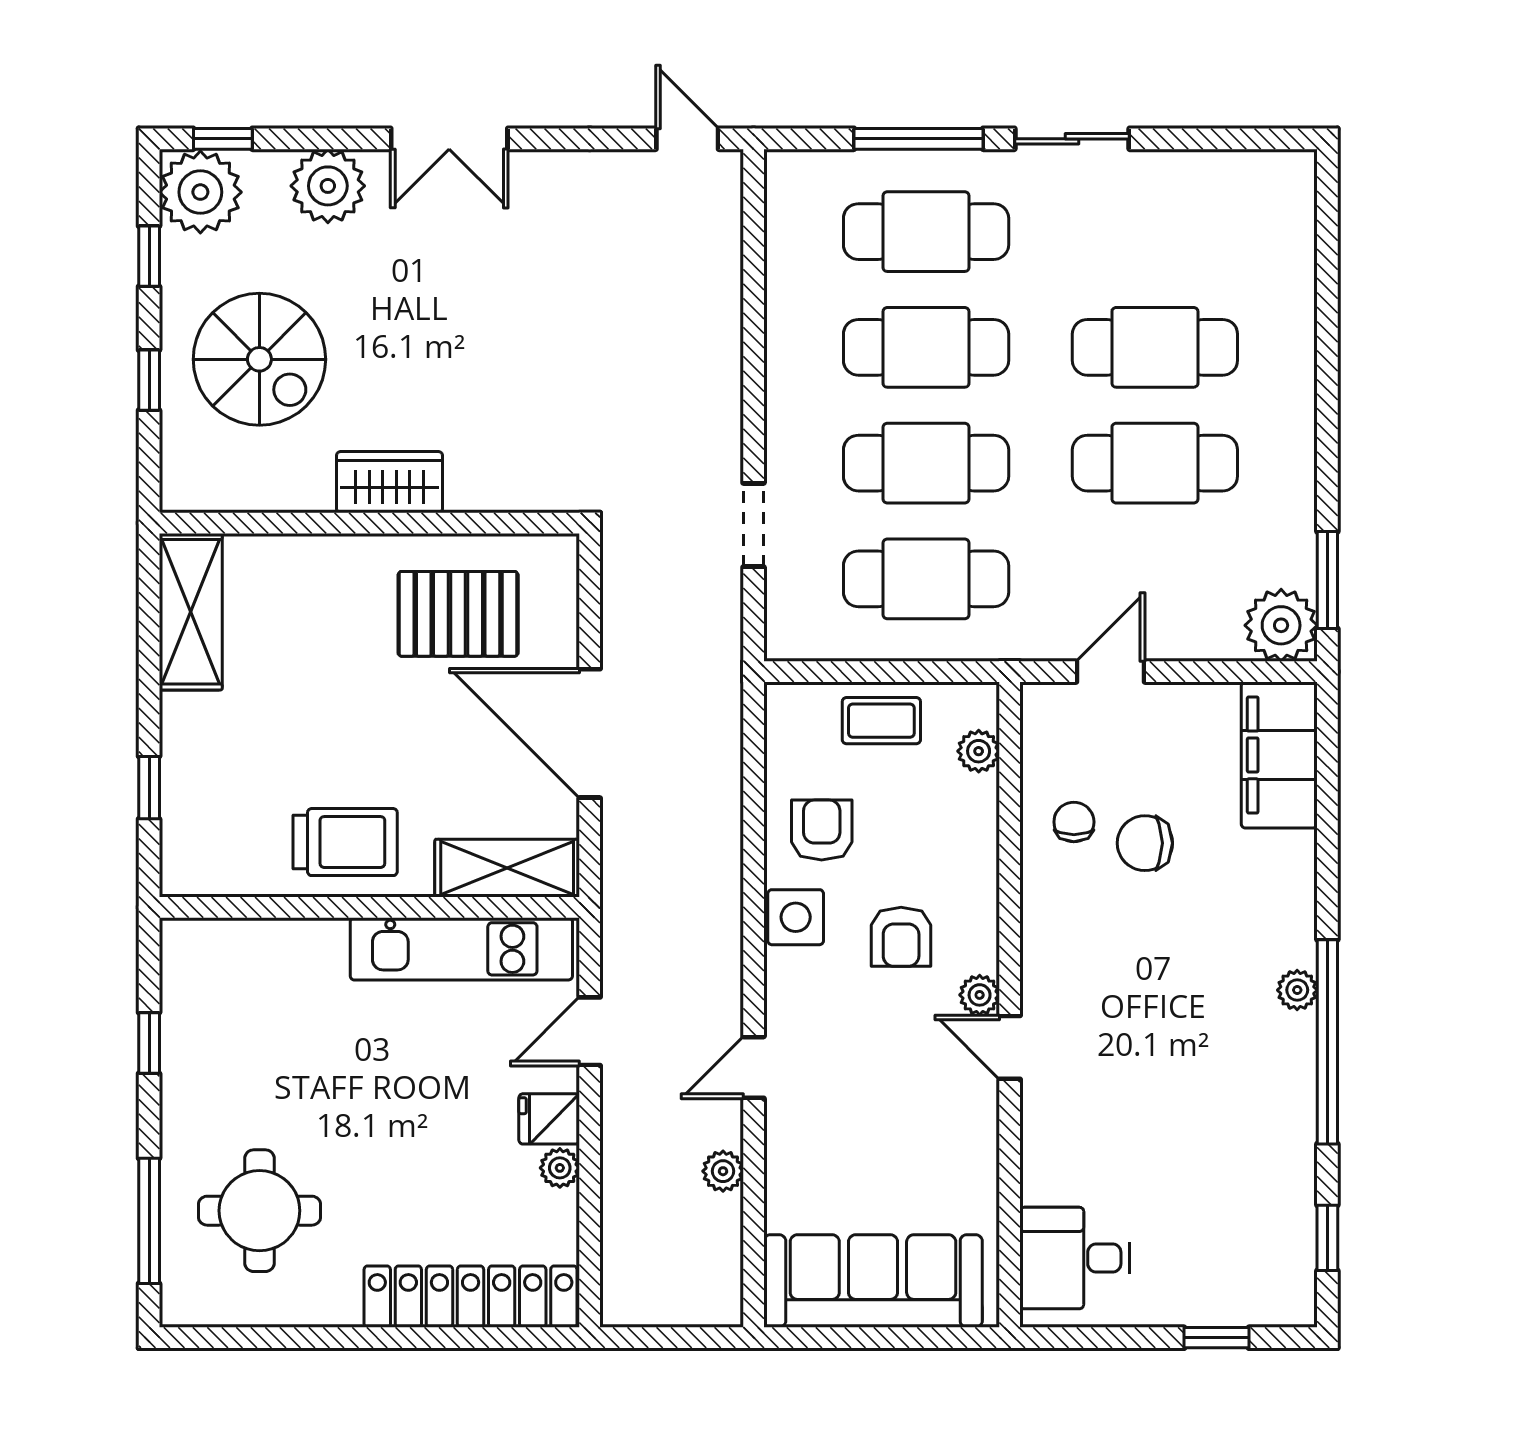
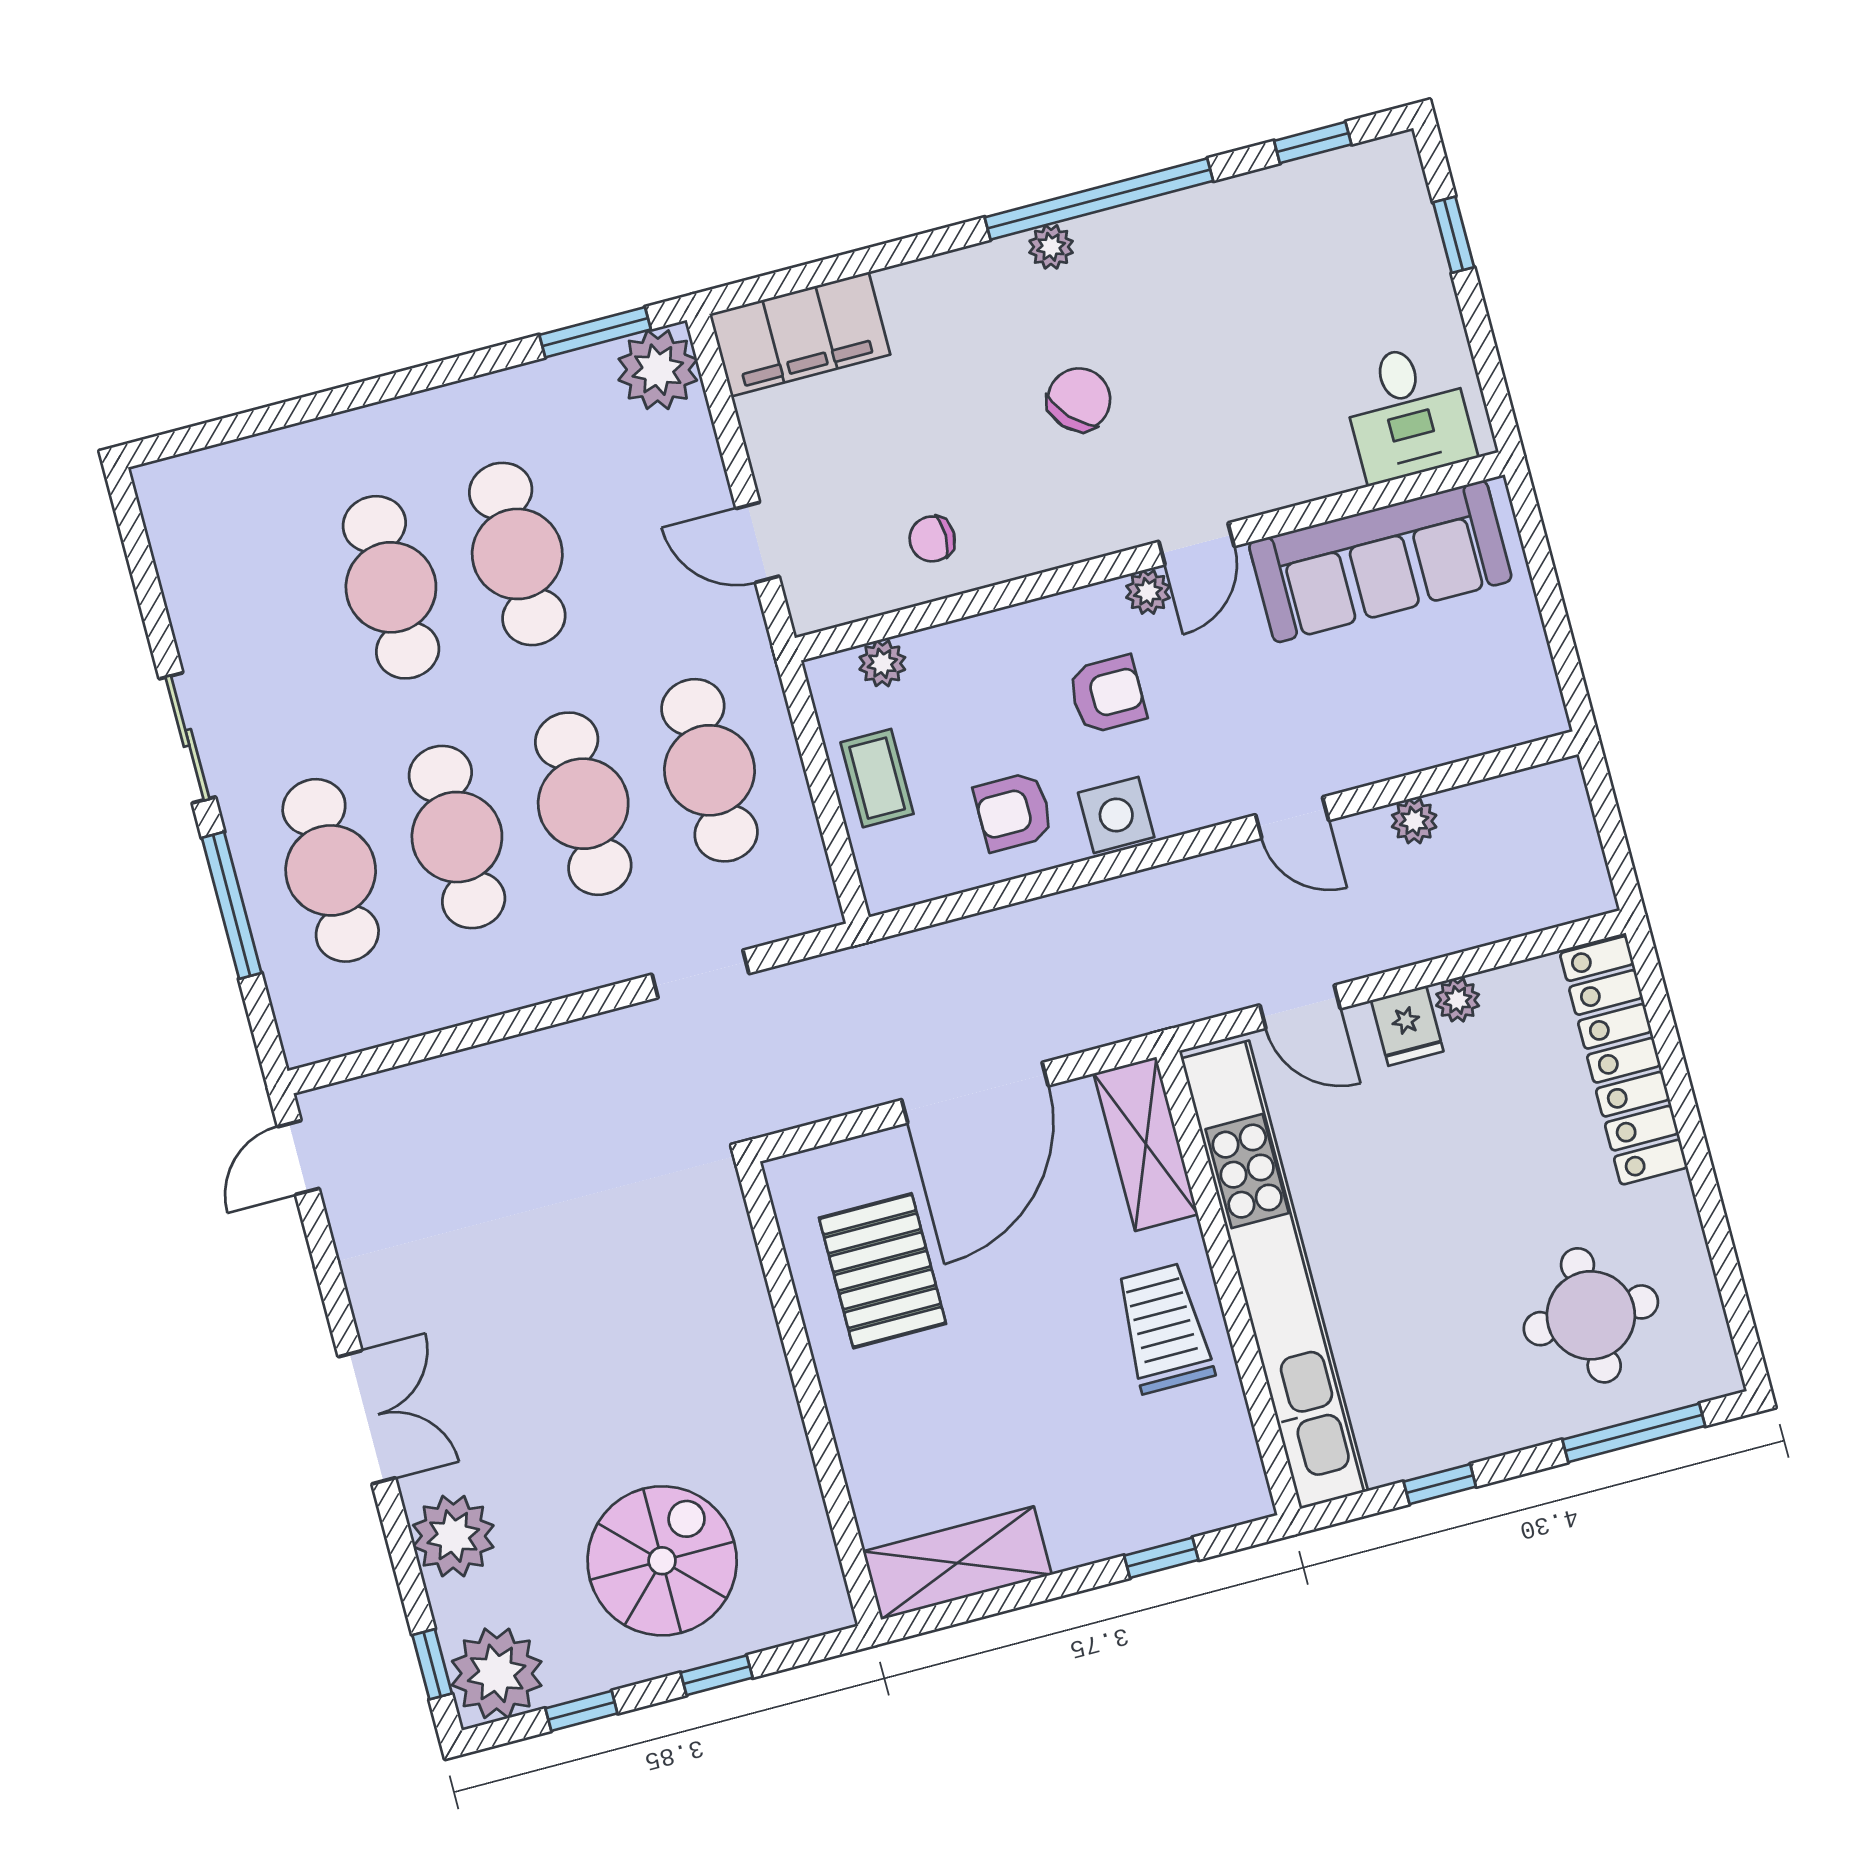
wardrobe: (389, 482) -> (759, 1383), removed
chair: (1145, 843) -> (1079, 400), moved, turned -133
kitchen unit: (461, 949) -> (1275, 1275), width x1.86
sofa: (873, 1281) -> (1380, 561), moved, turned -90

